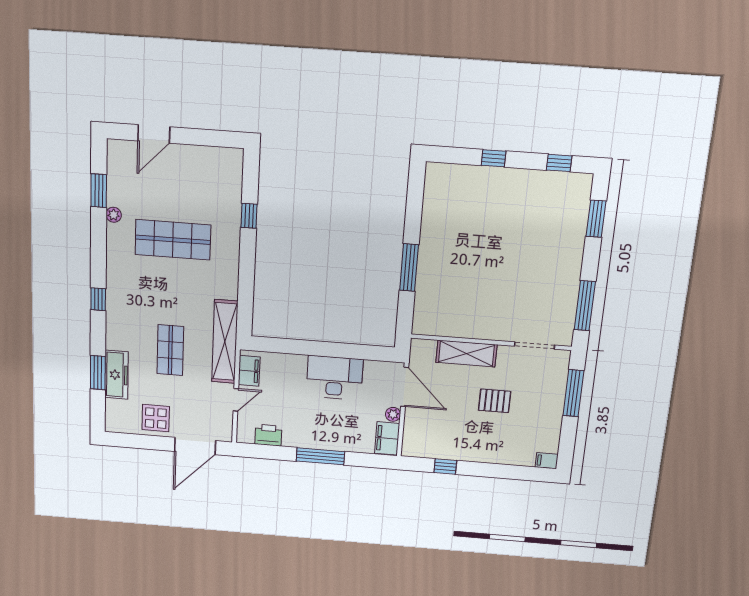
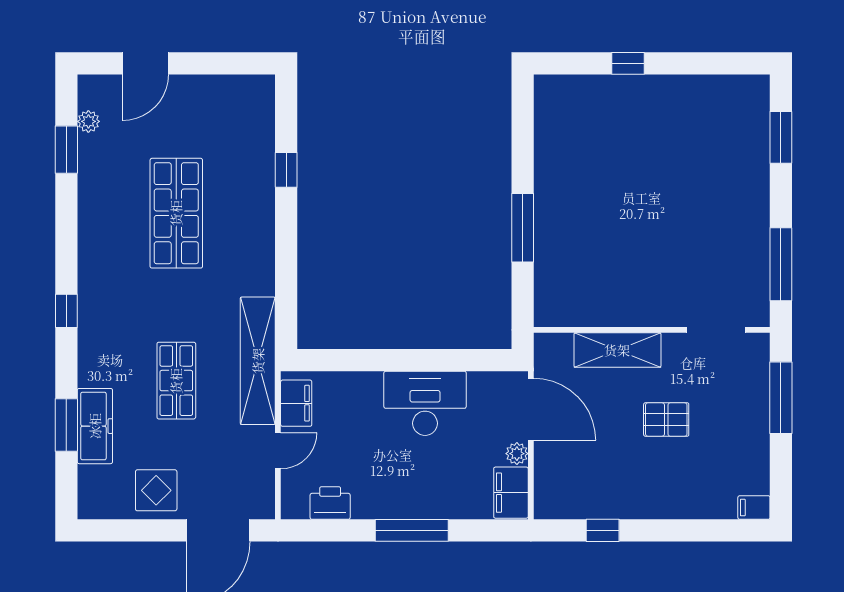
window: (559, 163) -> (720, 63), removed
plant: (114, 215) -> (88, 121), moved
shop shelf: (173, 240) -> (176, 213), turned 90

